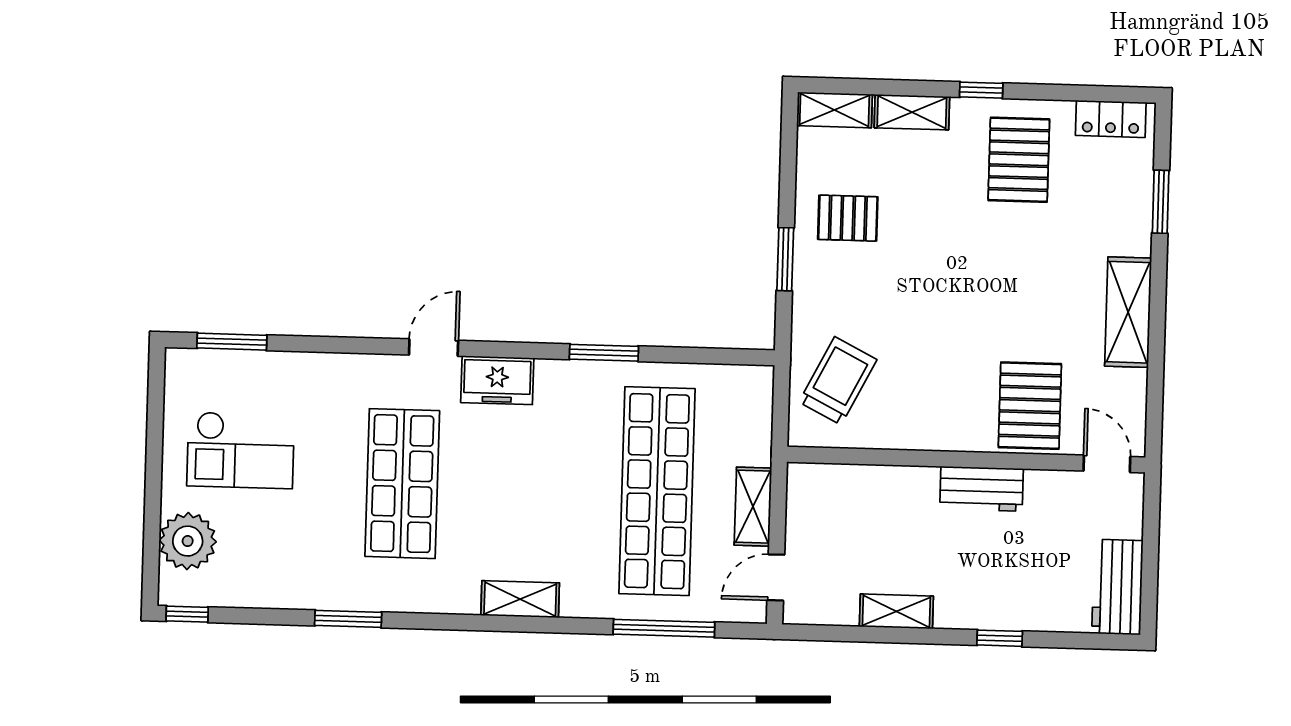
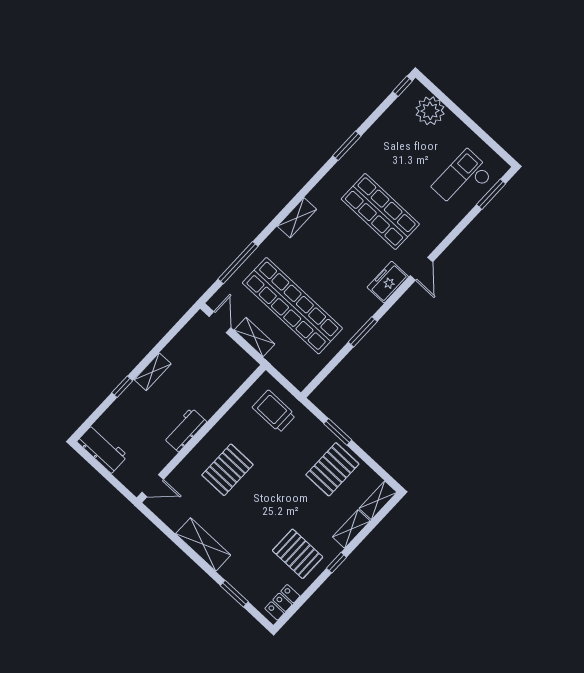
pallet: (848, 218) -> (332, 469), width x1.50, depth x1.42
trolley: (838, 381) -> (274, 411), turned 153
pallet: (1030, 406) -> (227, 470), moved, turned 90
checkout: (241, 450) -> (462, 180), moved
shelving: (896, 611) -> (153, 372), moved

